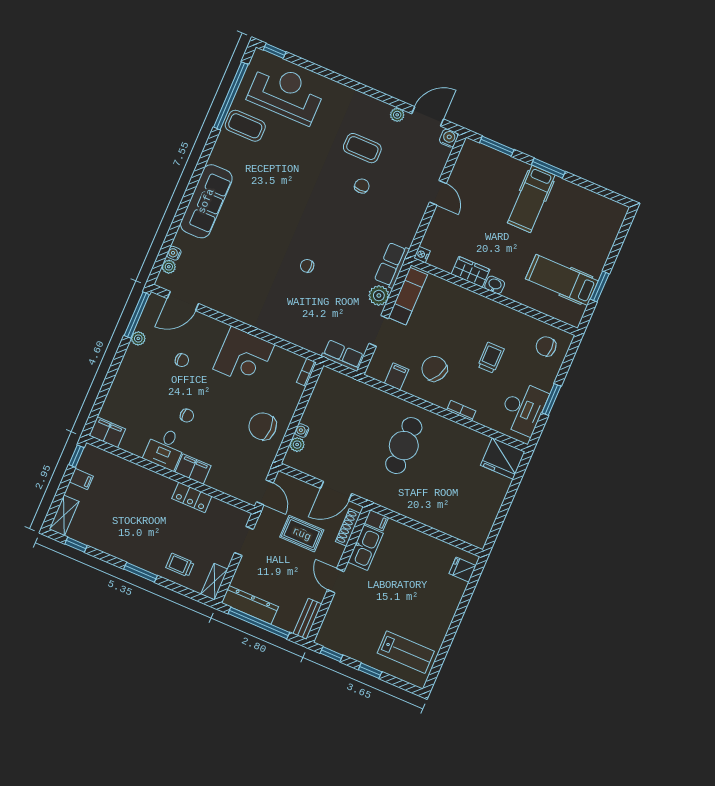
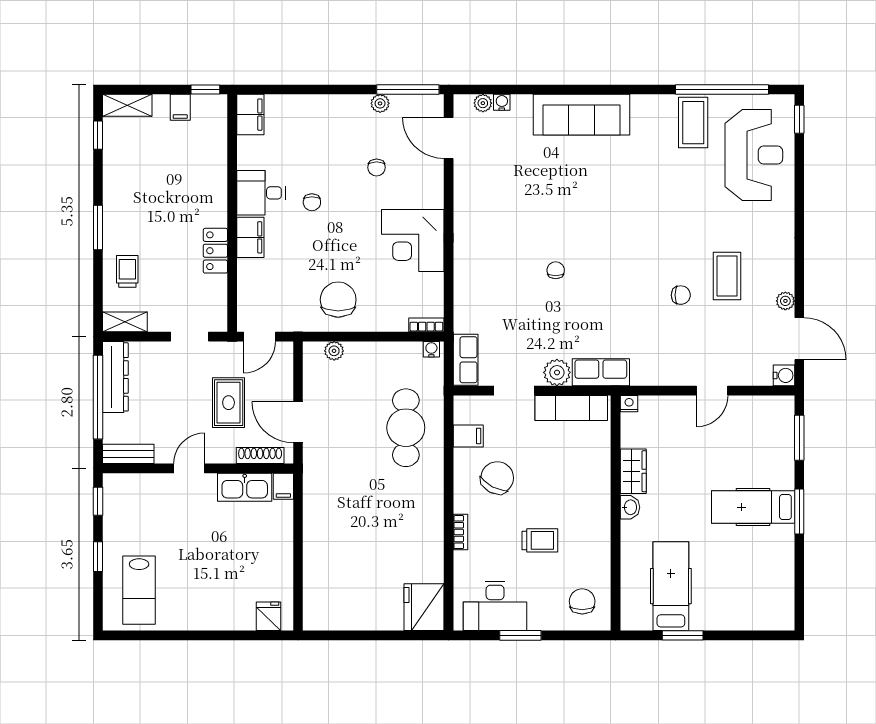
water cooler: (302, 430) -> (431, 349), moved
cafe table: (404, 446) -> (406, 428), moved, turned 90

